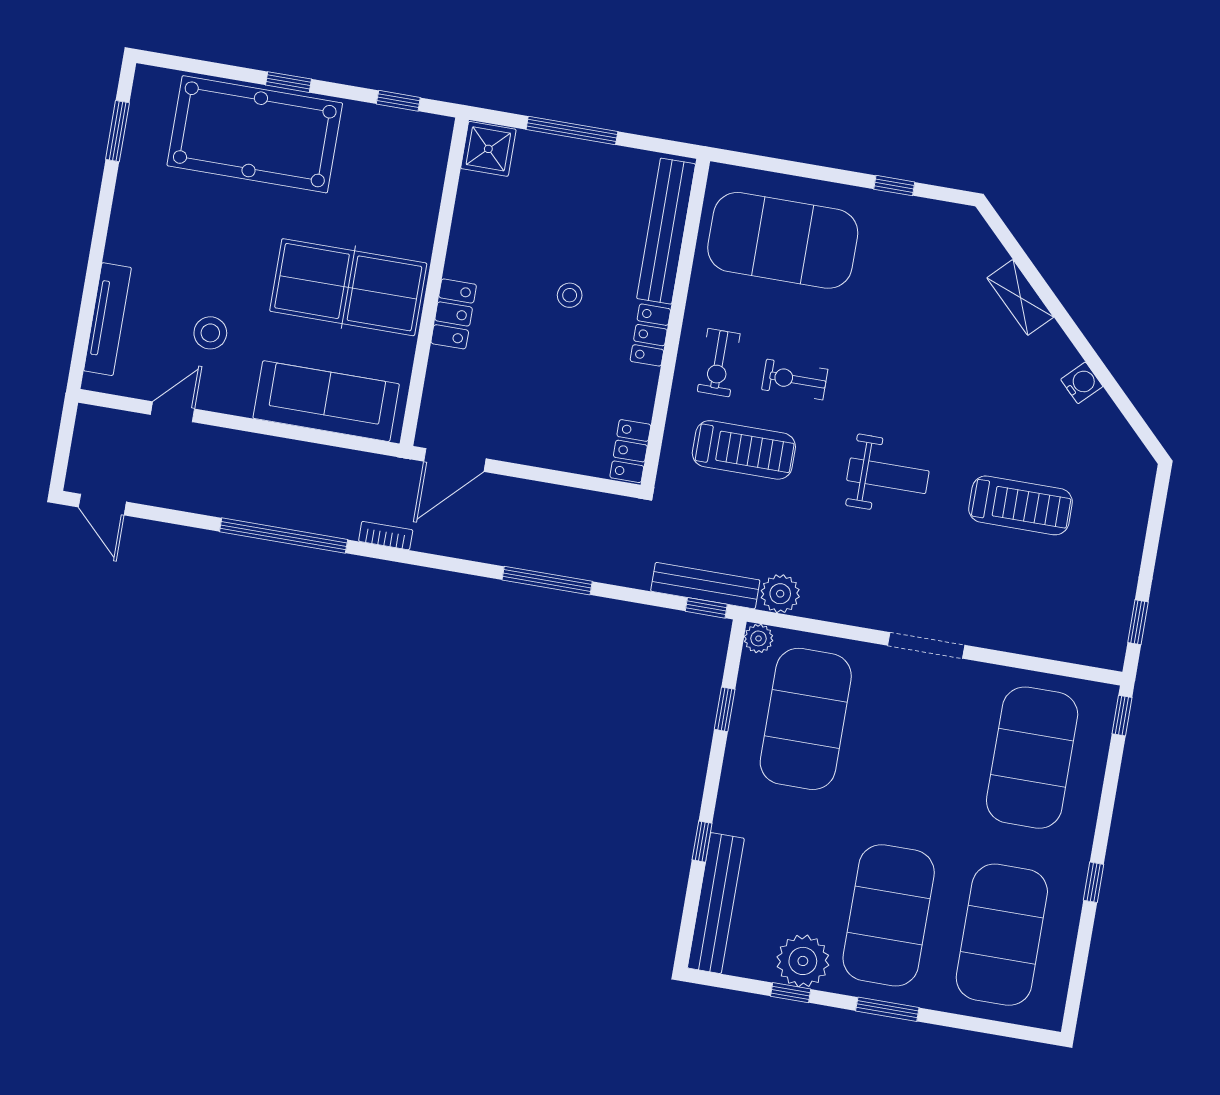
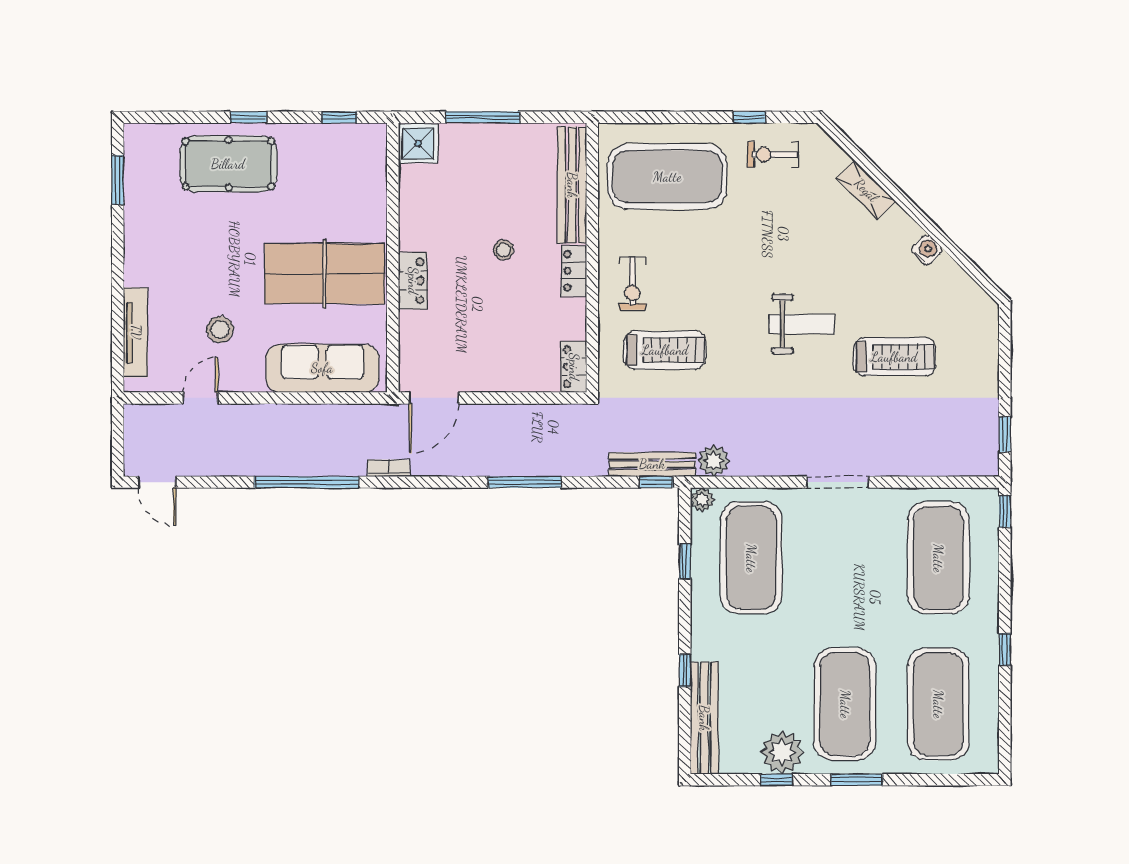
pool table: (255, 134) -> (228, 164), width x0.73, depth x0.76
exercise bike: (795, 379) -> (773, 155), moved
weight bench: (888, 476) -> (802, 324), moved

